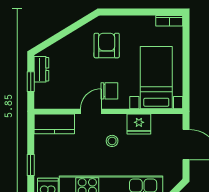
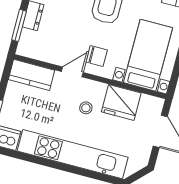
window: (31, 82) -> (19, 25), width x1.50
fridge: (139, 124) -> (121, 102), width x1.36, depth x1.34

